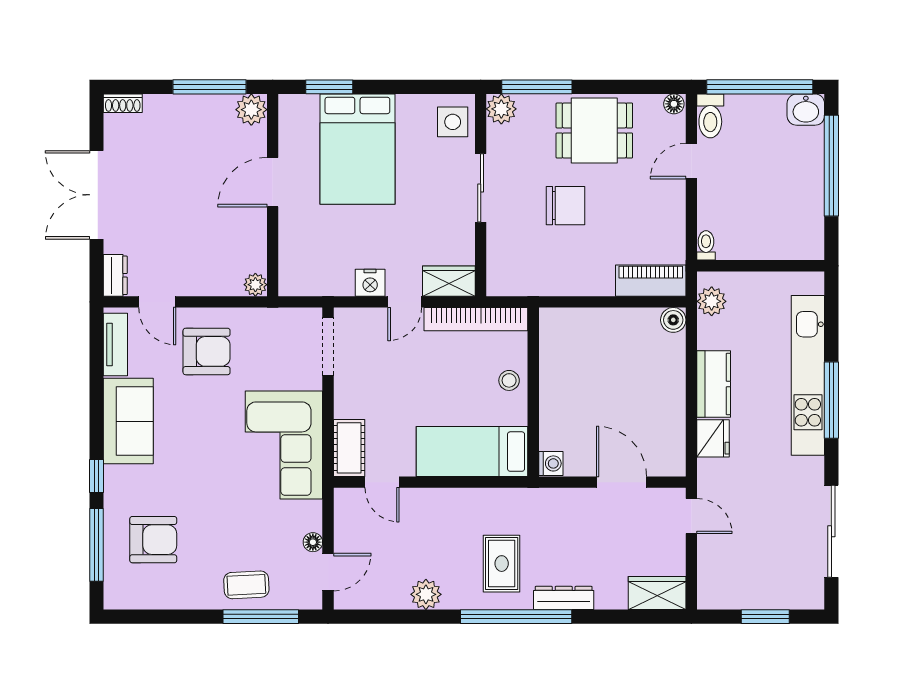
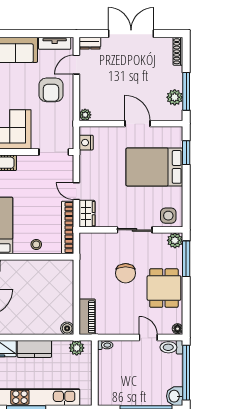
shoe rack: (123, 103) -> (178, 51), width x1.43
plant: (251, 110) -> (175, 97), moved
nightstand: (370, 283) -> (86, 143), moved

